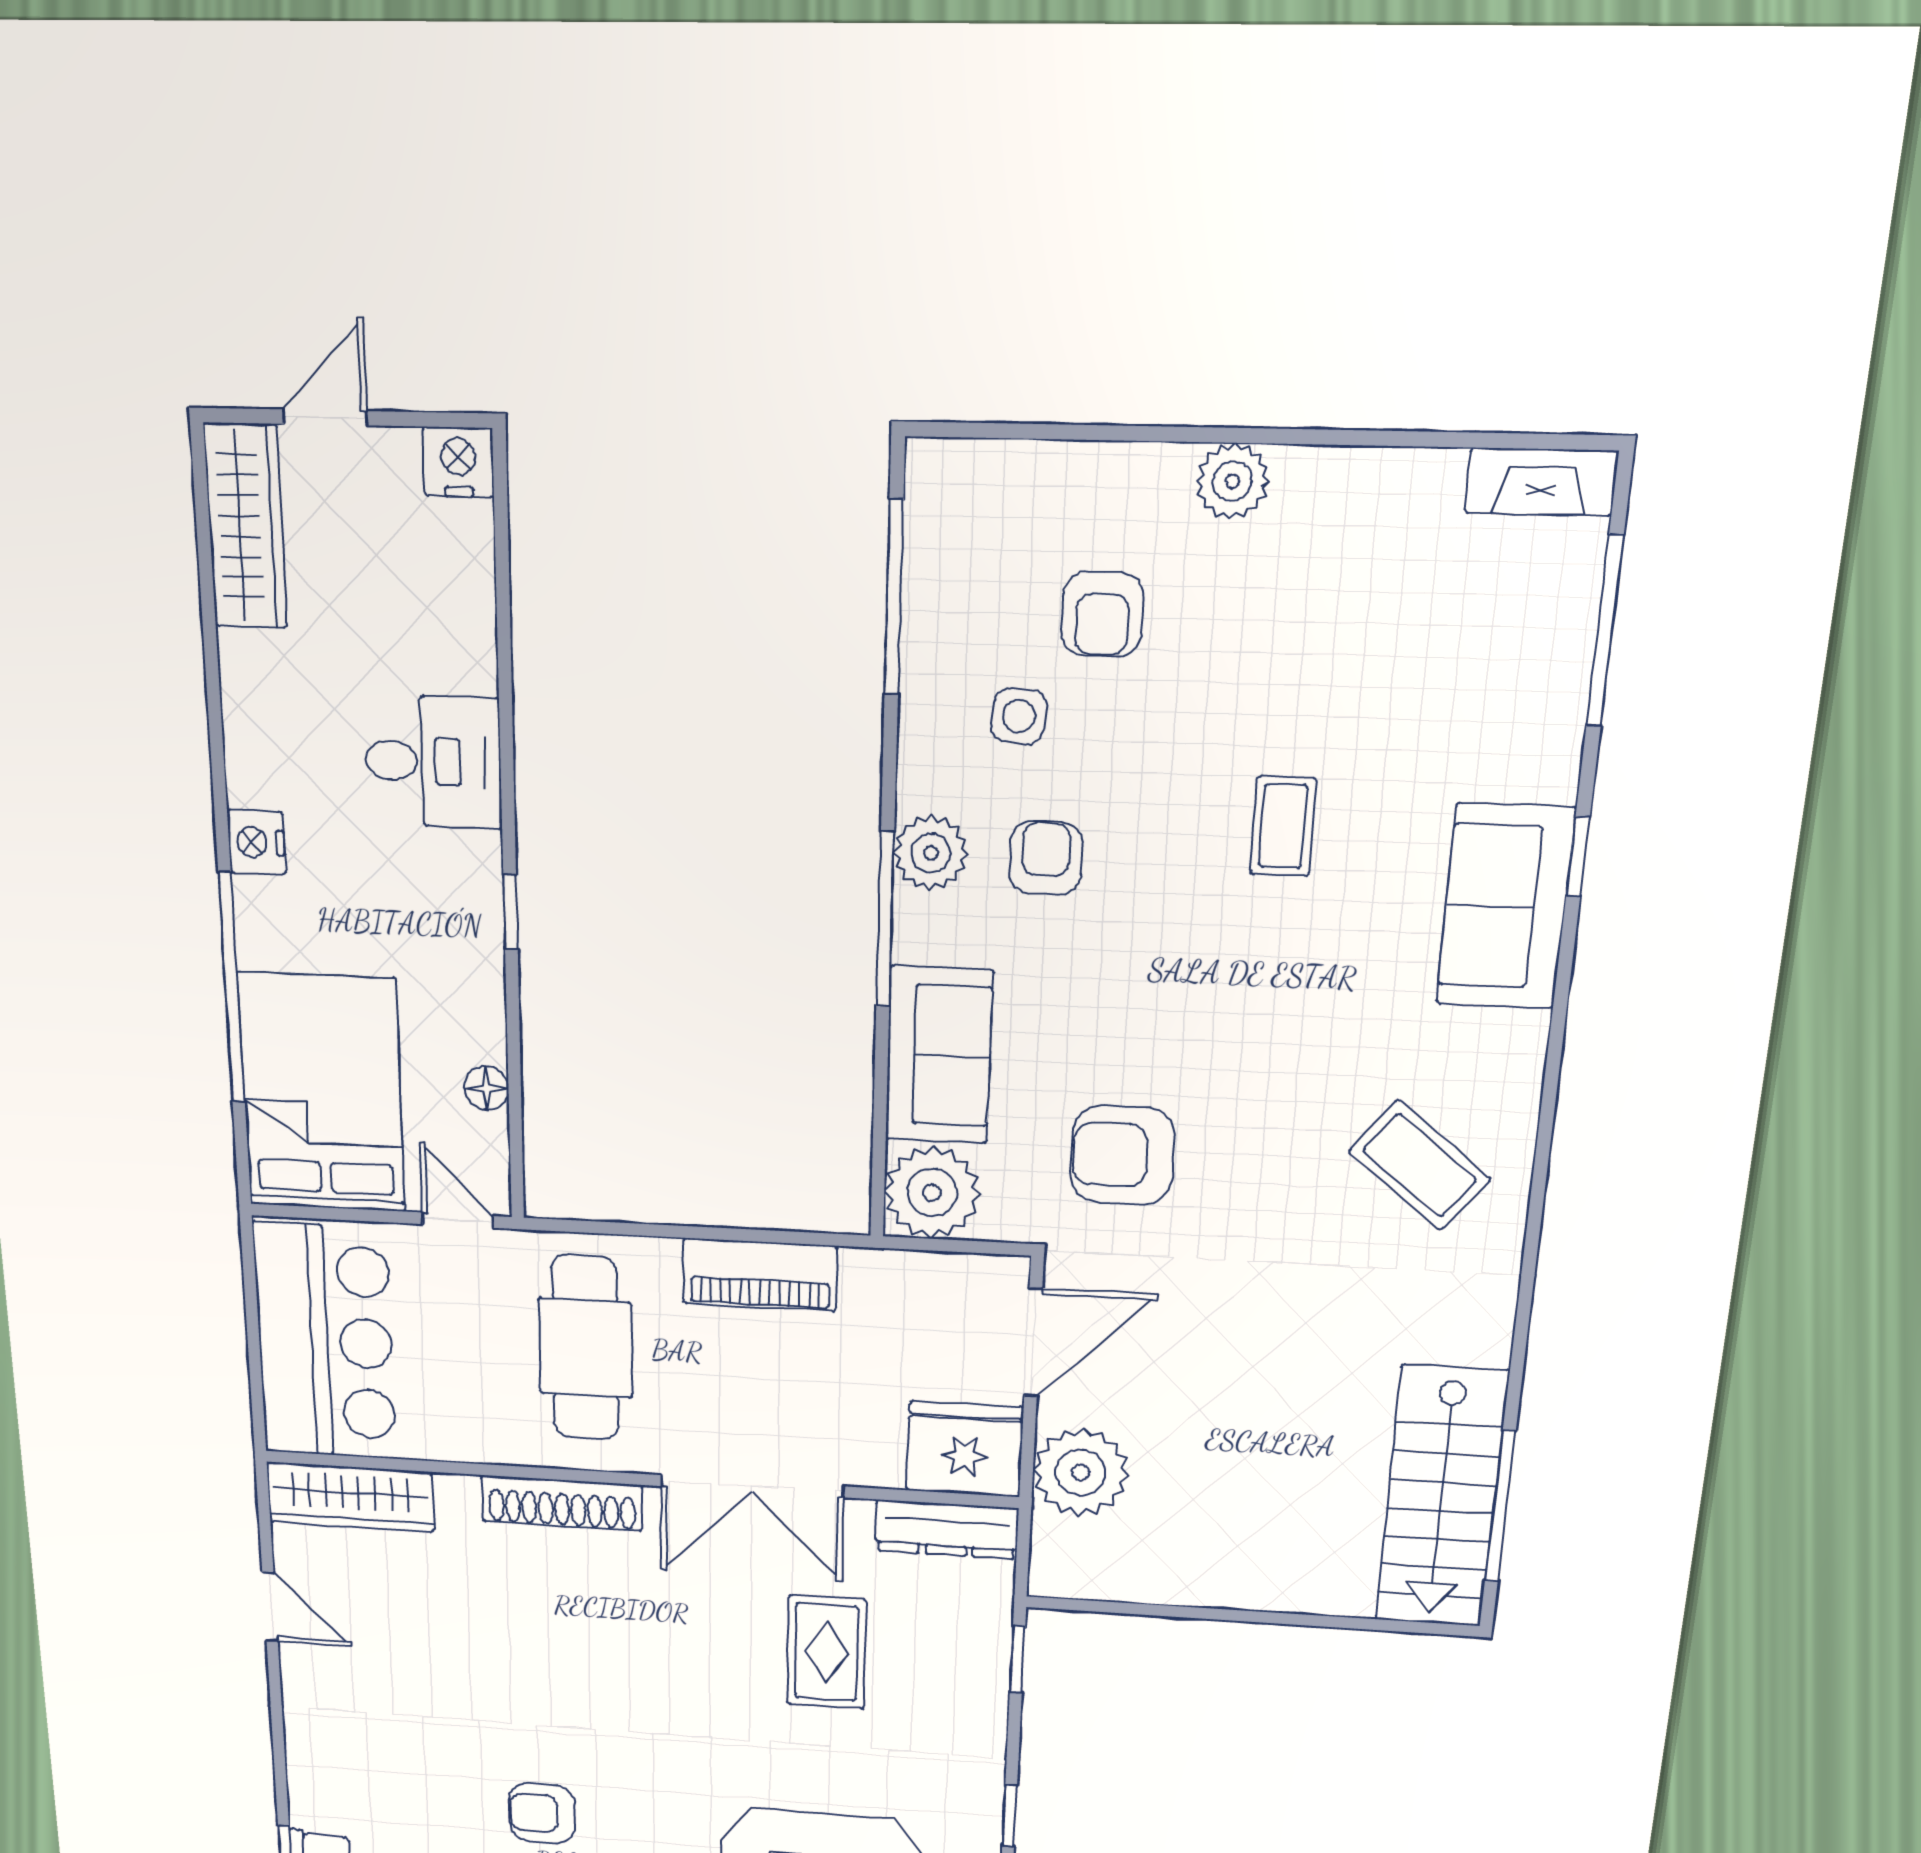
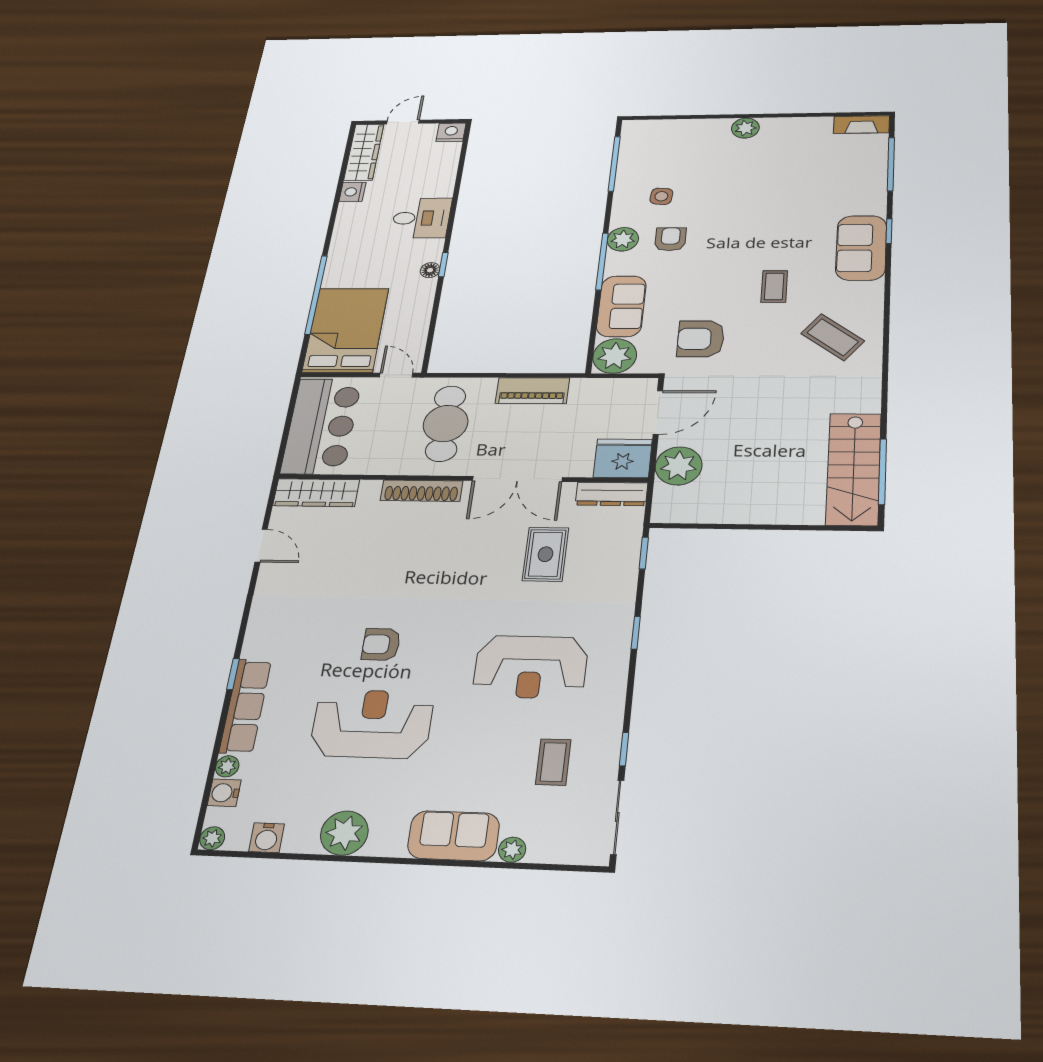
armchair: (1102, 614) -> (695, 166), removed
coffee table: (1283, 826) -> (774, 286), moved
nightstand: (256, 842) -> (353, 192), moved
floor lamp: (487, 1088) -> (430, 270), moved

